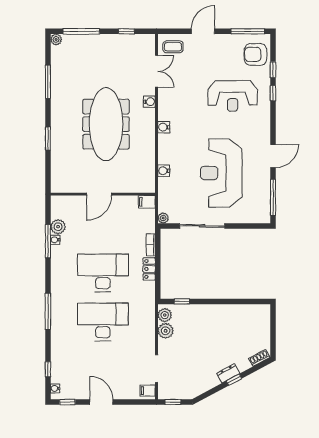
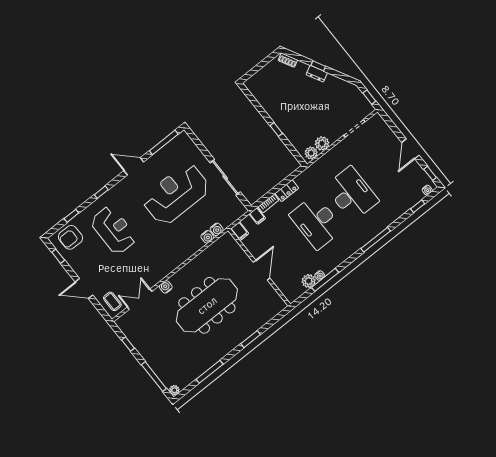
window: (248, 31) -> (58, 256), width x0.46
armchair: (255, 54) -> (70, 237), turned 90
window: (273, 93) -> (101, 192), moved
water cooler: (164, 127) -> (217, 229), moved
reception desk: (221, 173) -> (176, 194), turned 180
door: (99, 194) -> (261, 270), hinge flipped
plant: (163, 218) -> (242, 210), removed
window: (182, 301) -> (276, 129), moved
desk: (103, 322) -> (352, 194), turned 180
filing cabinet: (148, 391) -> (257, 216), moved

